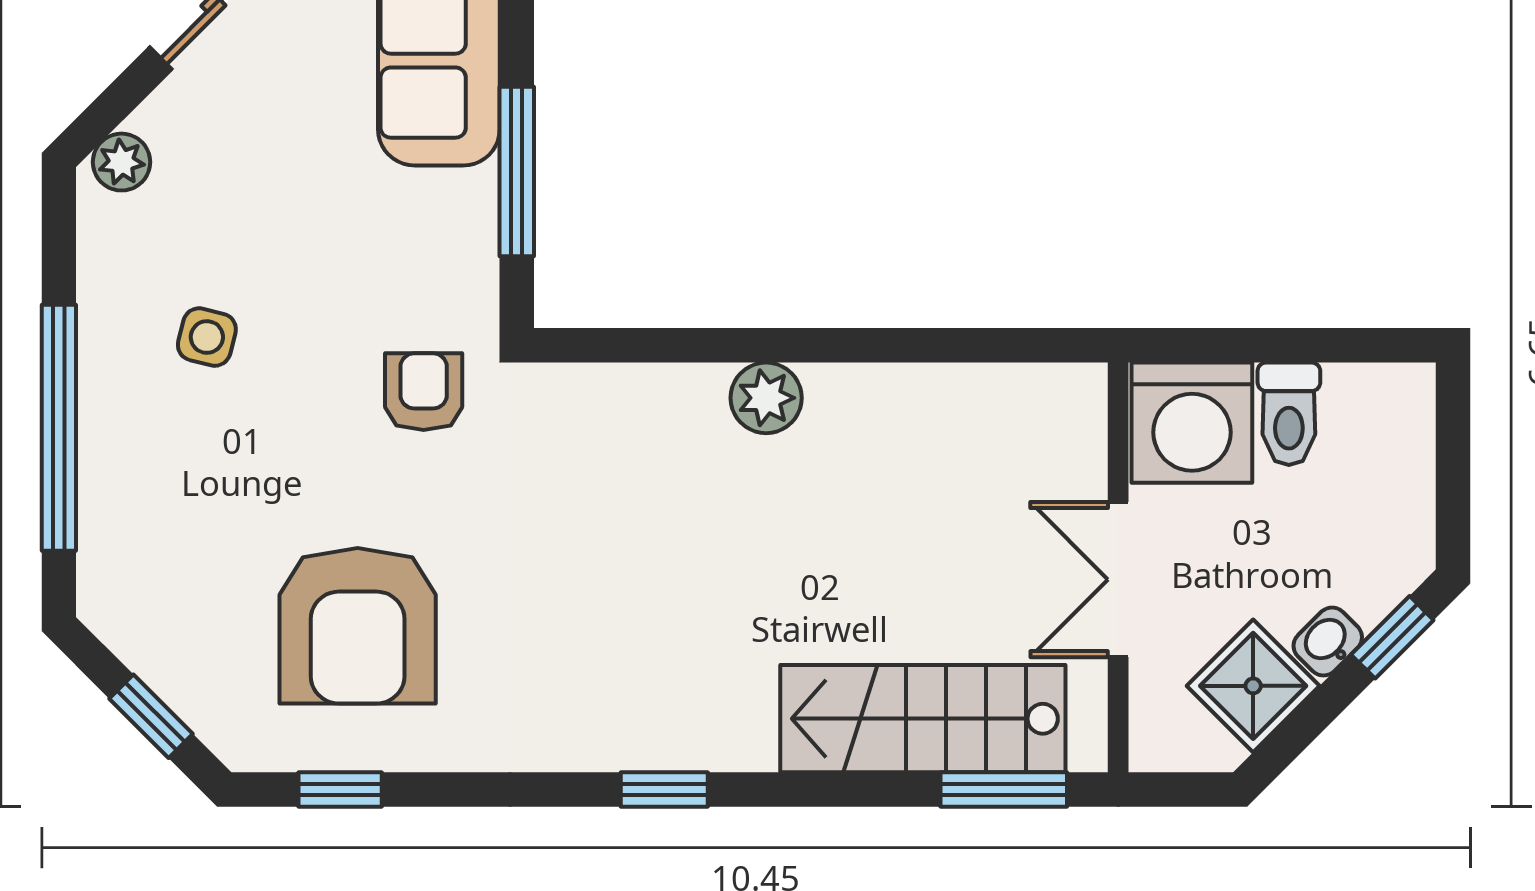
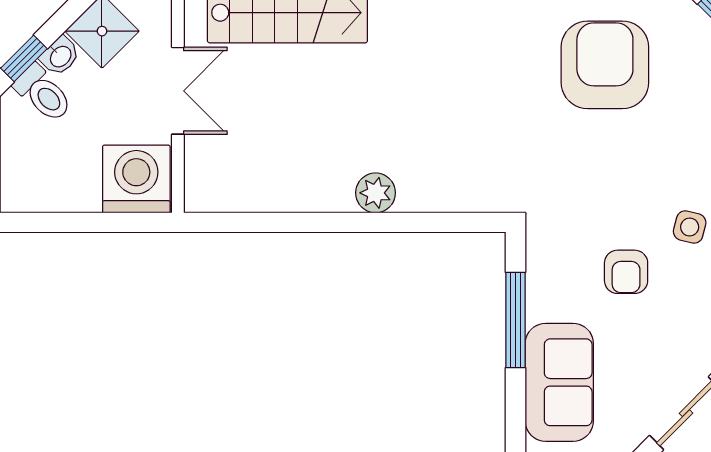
armchair: (424, 392) -> (626, 272), moved
toilet: (1289, 414) -> (43, 93), moved, turned 135

